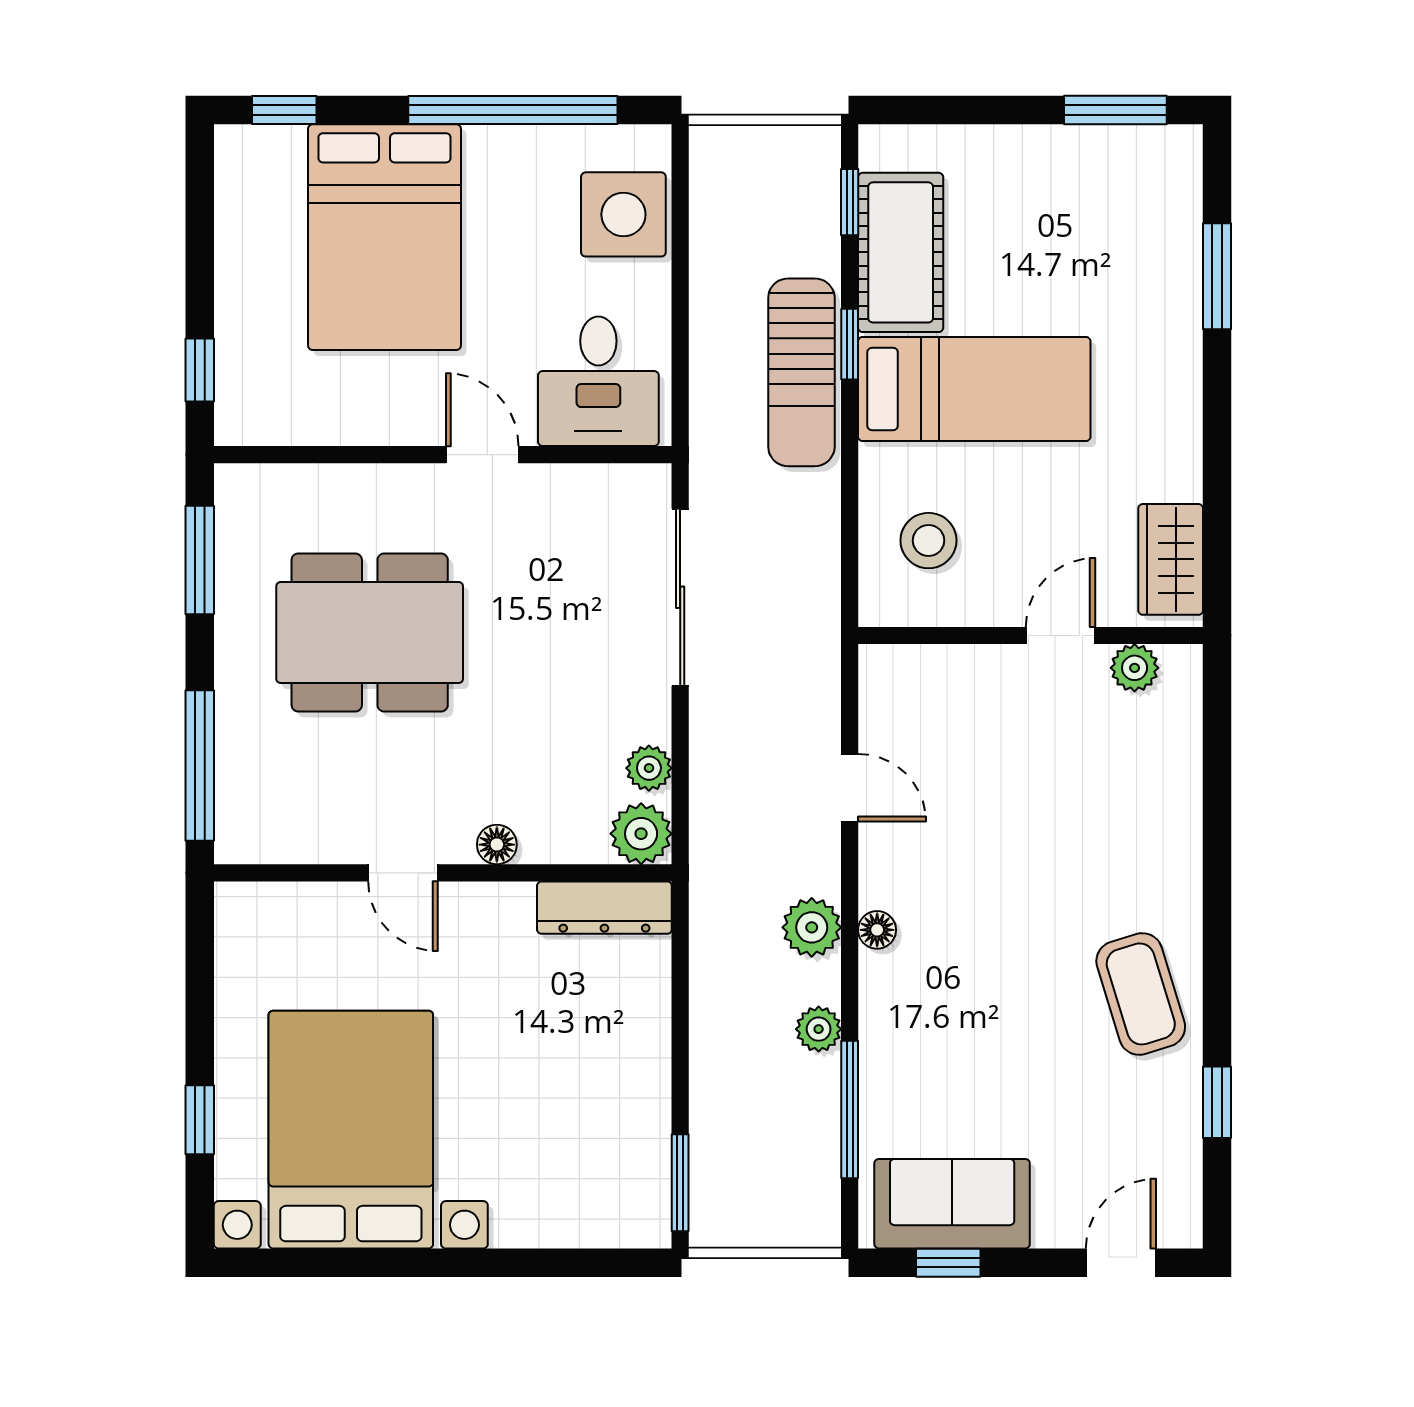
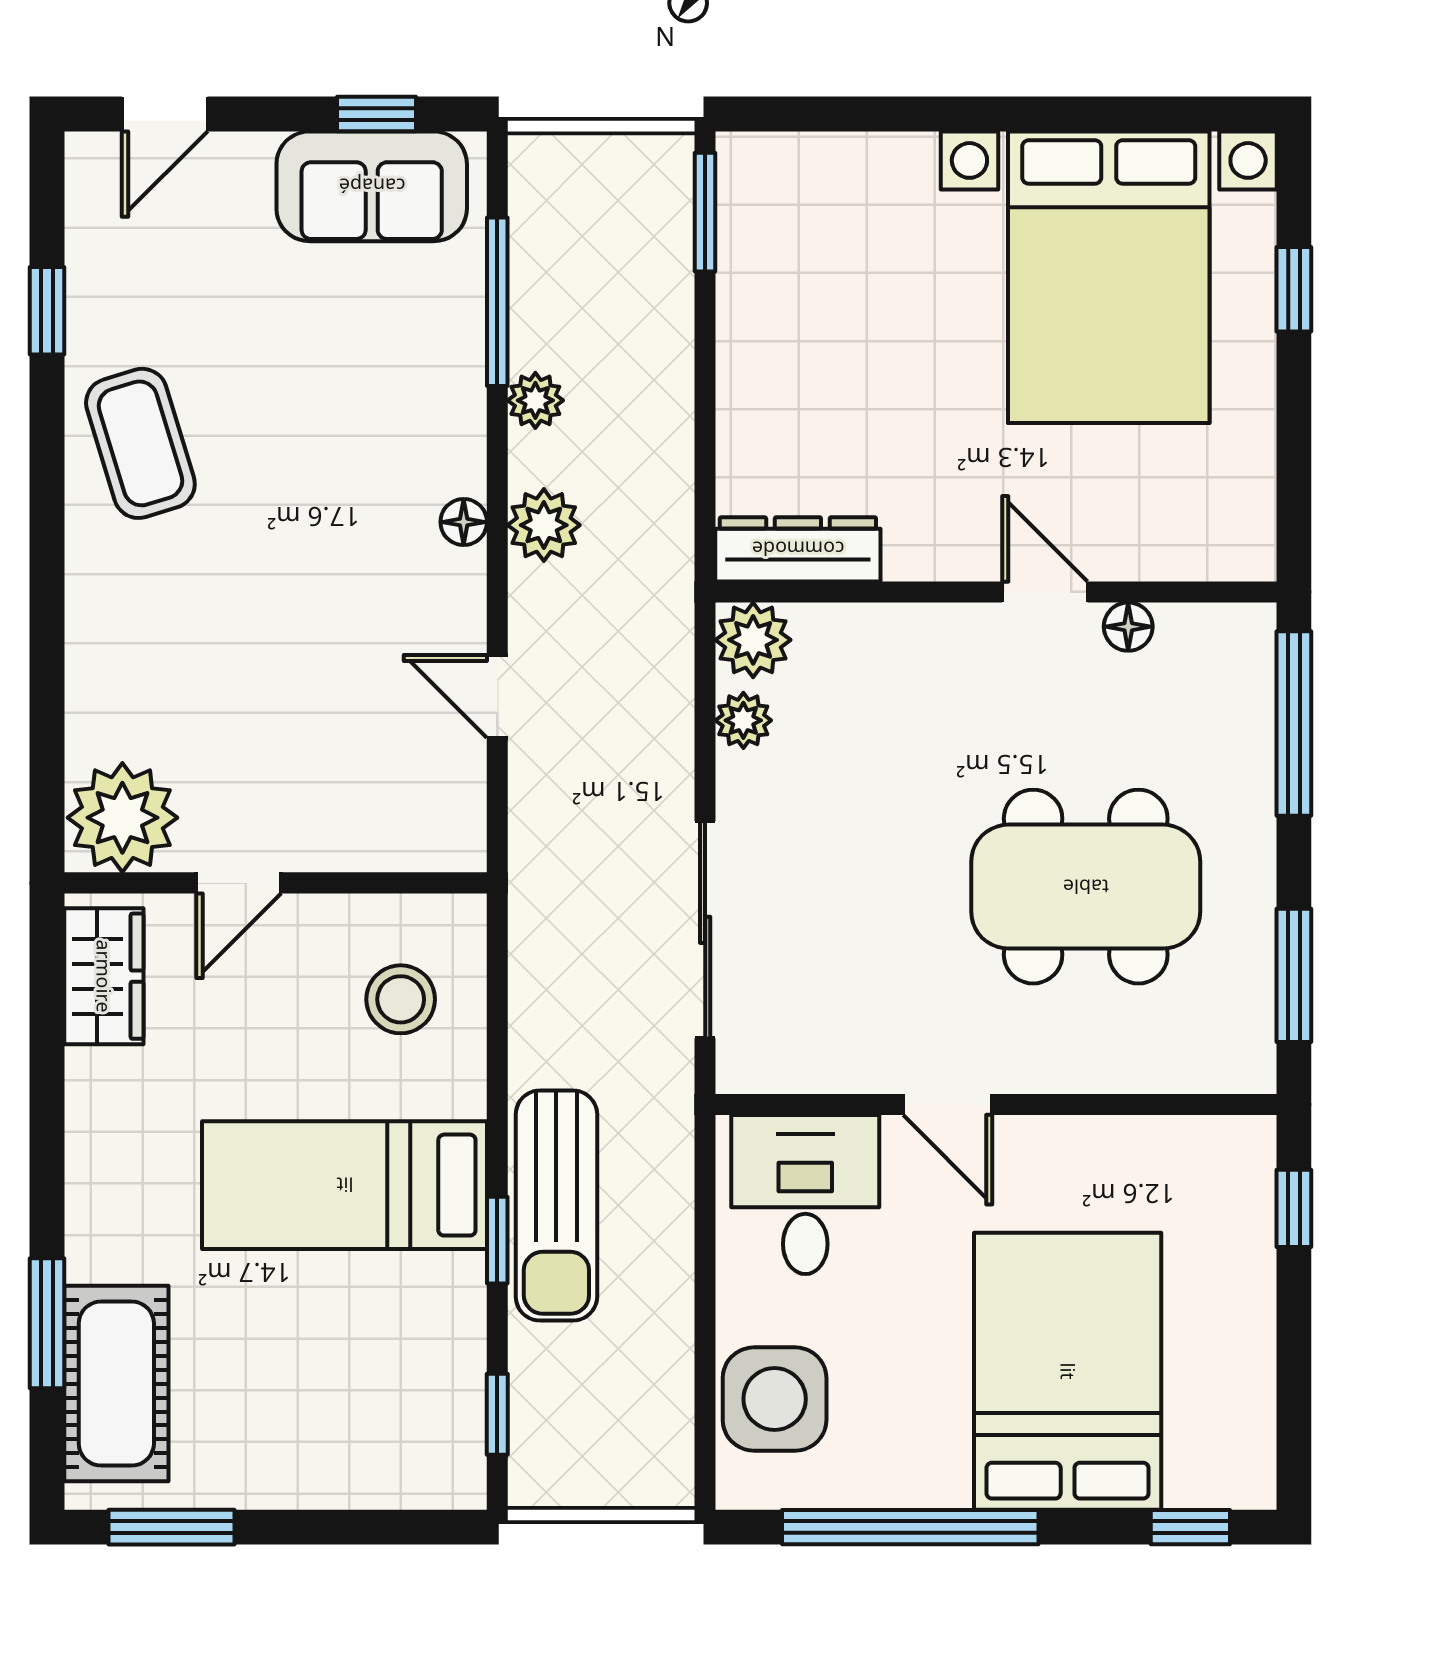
cot: (901, 252) -> (116, 1384), moved
sun lounger: (801, 372) -> (556, 1206), turned 180
plant: (1135, 668) -> (122, 818), width x1.87, depth x1.87
floor lamp: (497, 845) -> (1128, 627), moved

